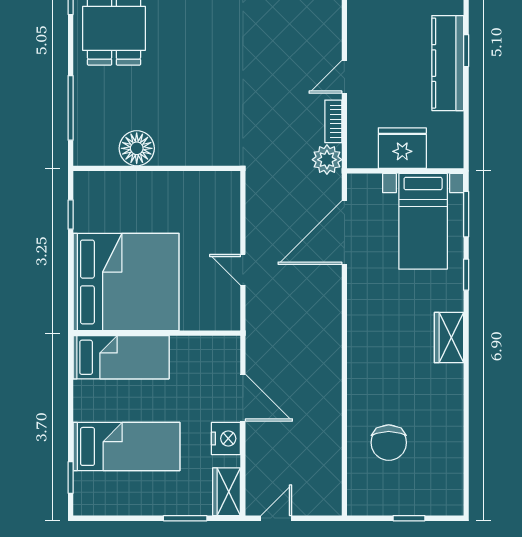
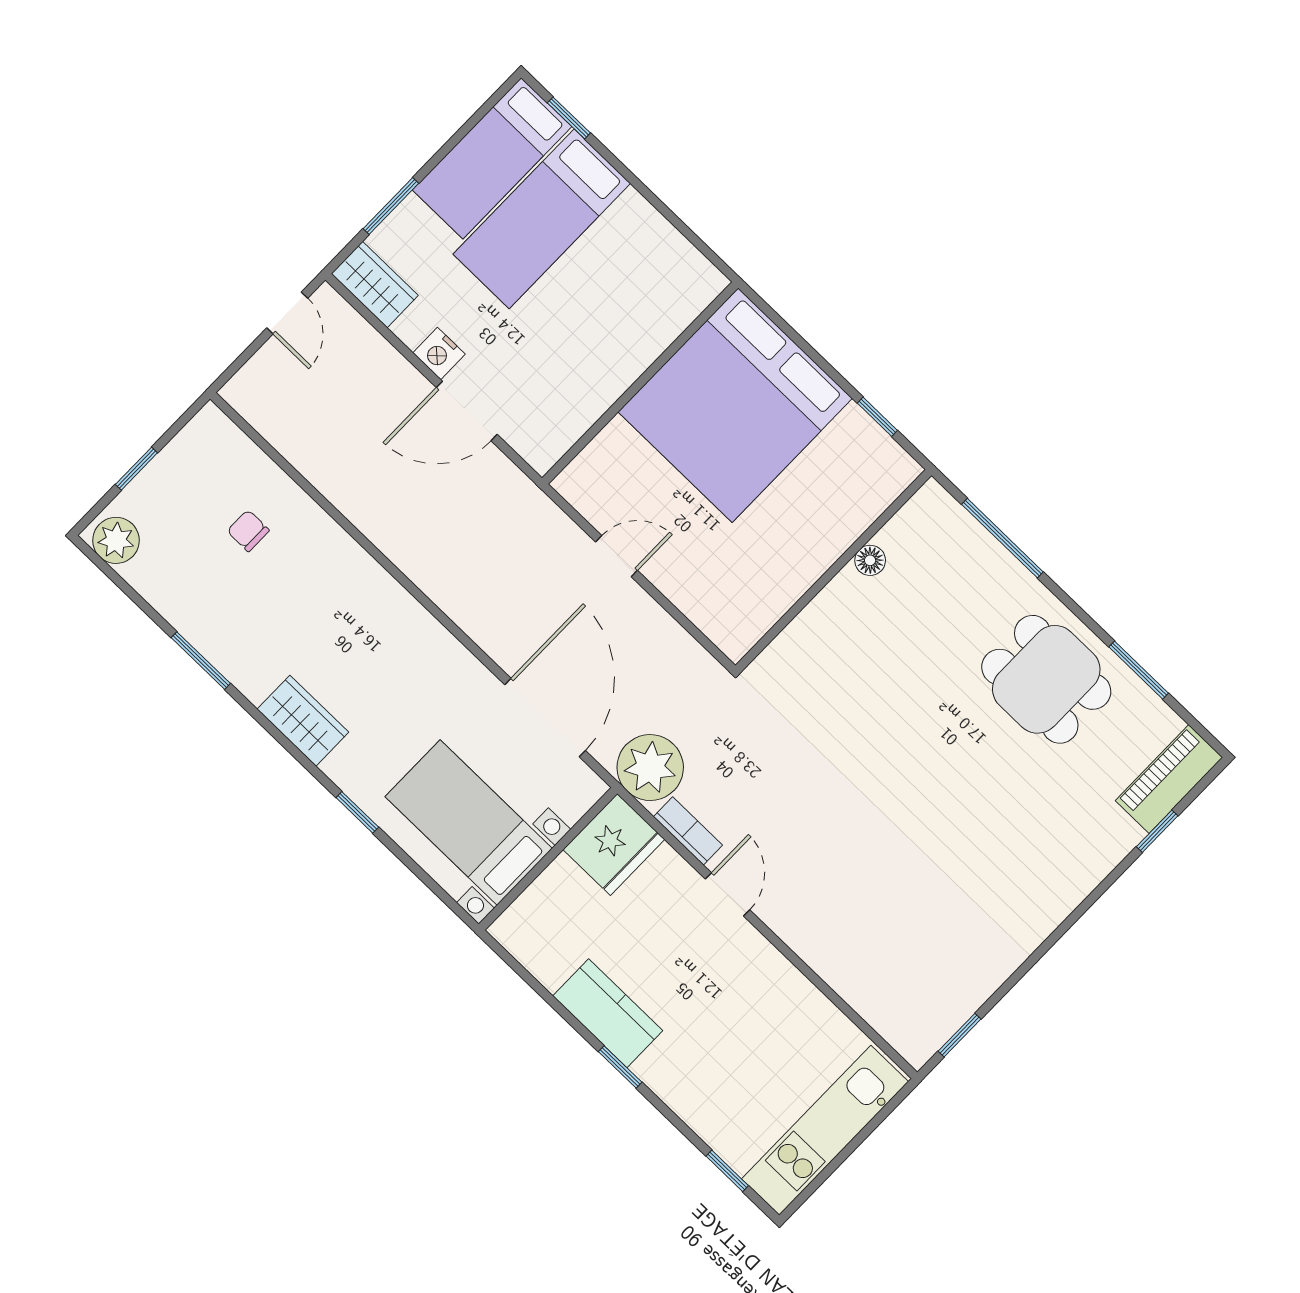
kitchen counter: (448, 63) -> (608, 1013), width x0.67
floor lamp: (137, 148) -> (870, 560), width x0.53, depth x0.53
fridge: (402, 148) -> (614, 844), moved
plant: (327, 160) -> (650, 768), width x1.36, depth x1.36
window: (466, 214) -> (201, 661), moved
bed: (121, 357) -> (492, 158), moved
nightstand: (226, 439) -> (439, 353), width x0.74, depth x0.75
chair: (389, 443) -> (248, 531), width x0.54, depth x0.54
plant: (449, 497) -> (116, 540), added

